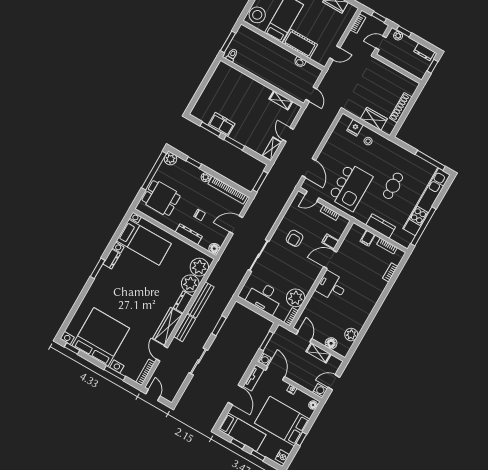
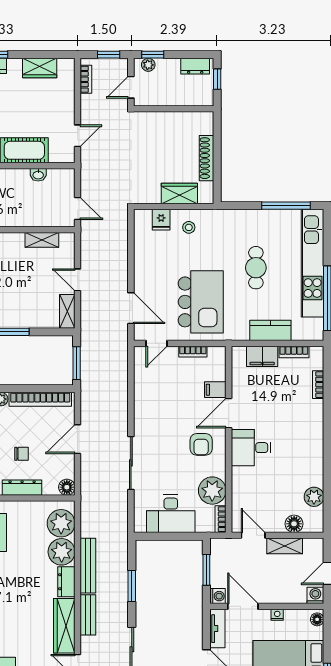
armchair: (295, 238) -> (201, 444), moved
filing cabinet: (368, 238) -> (262, 356), width x2.00

